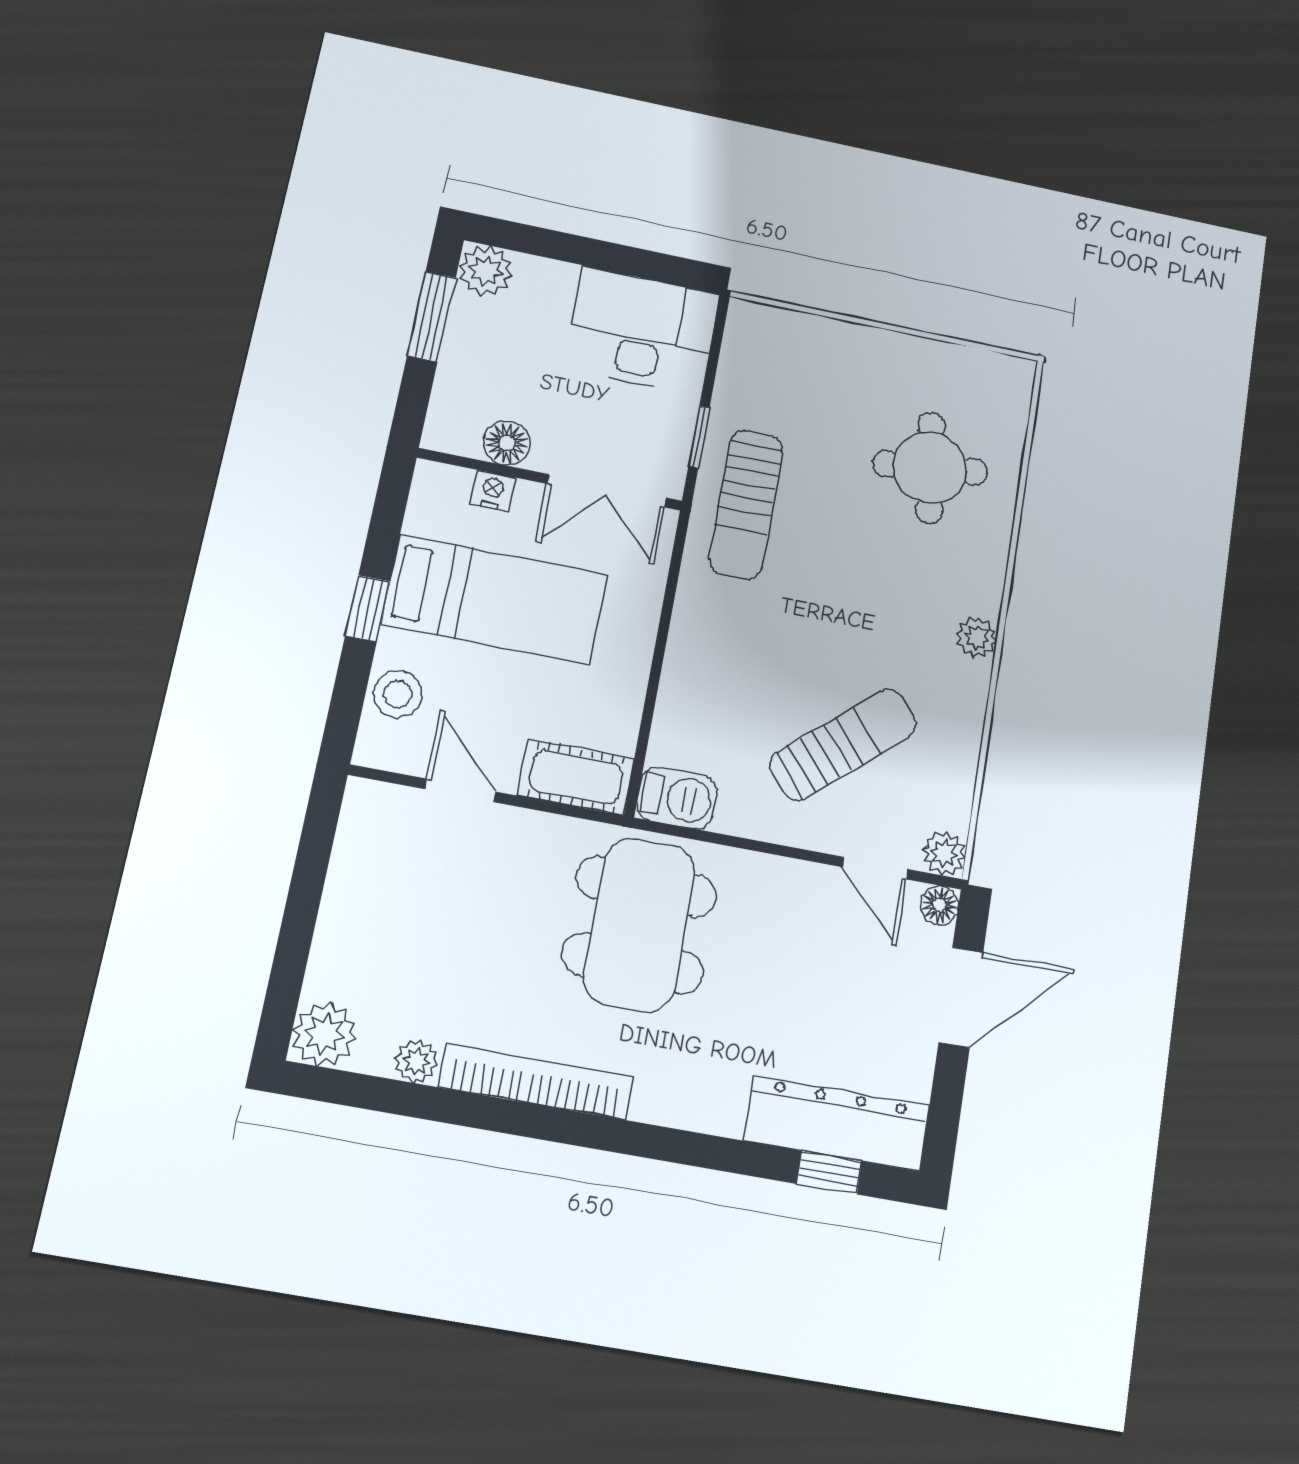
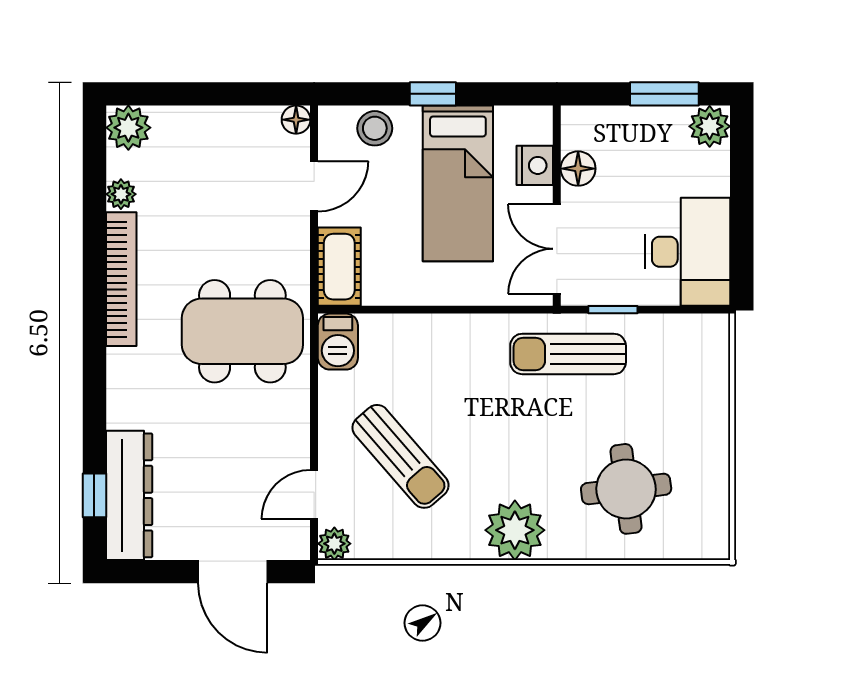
nightstand: (493, 490) -> (535, 165), width x1.39, depth x1.35
plant: (977, 637) -> (515, 530), width x1.87, depth x1.87
floor lamp: (939, 905) -> (296, 120), moved

